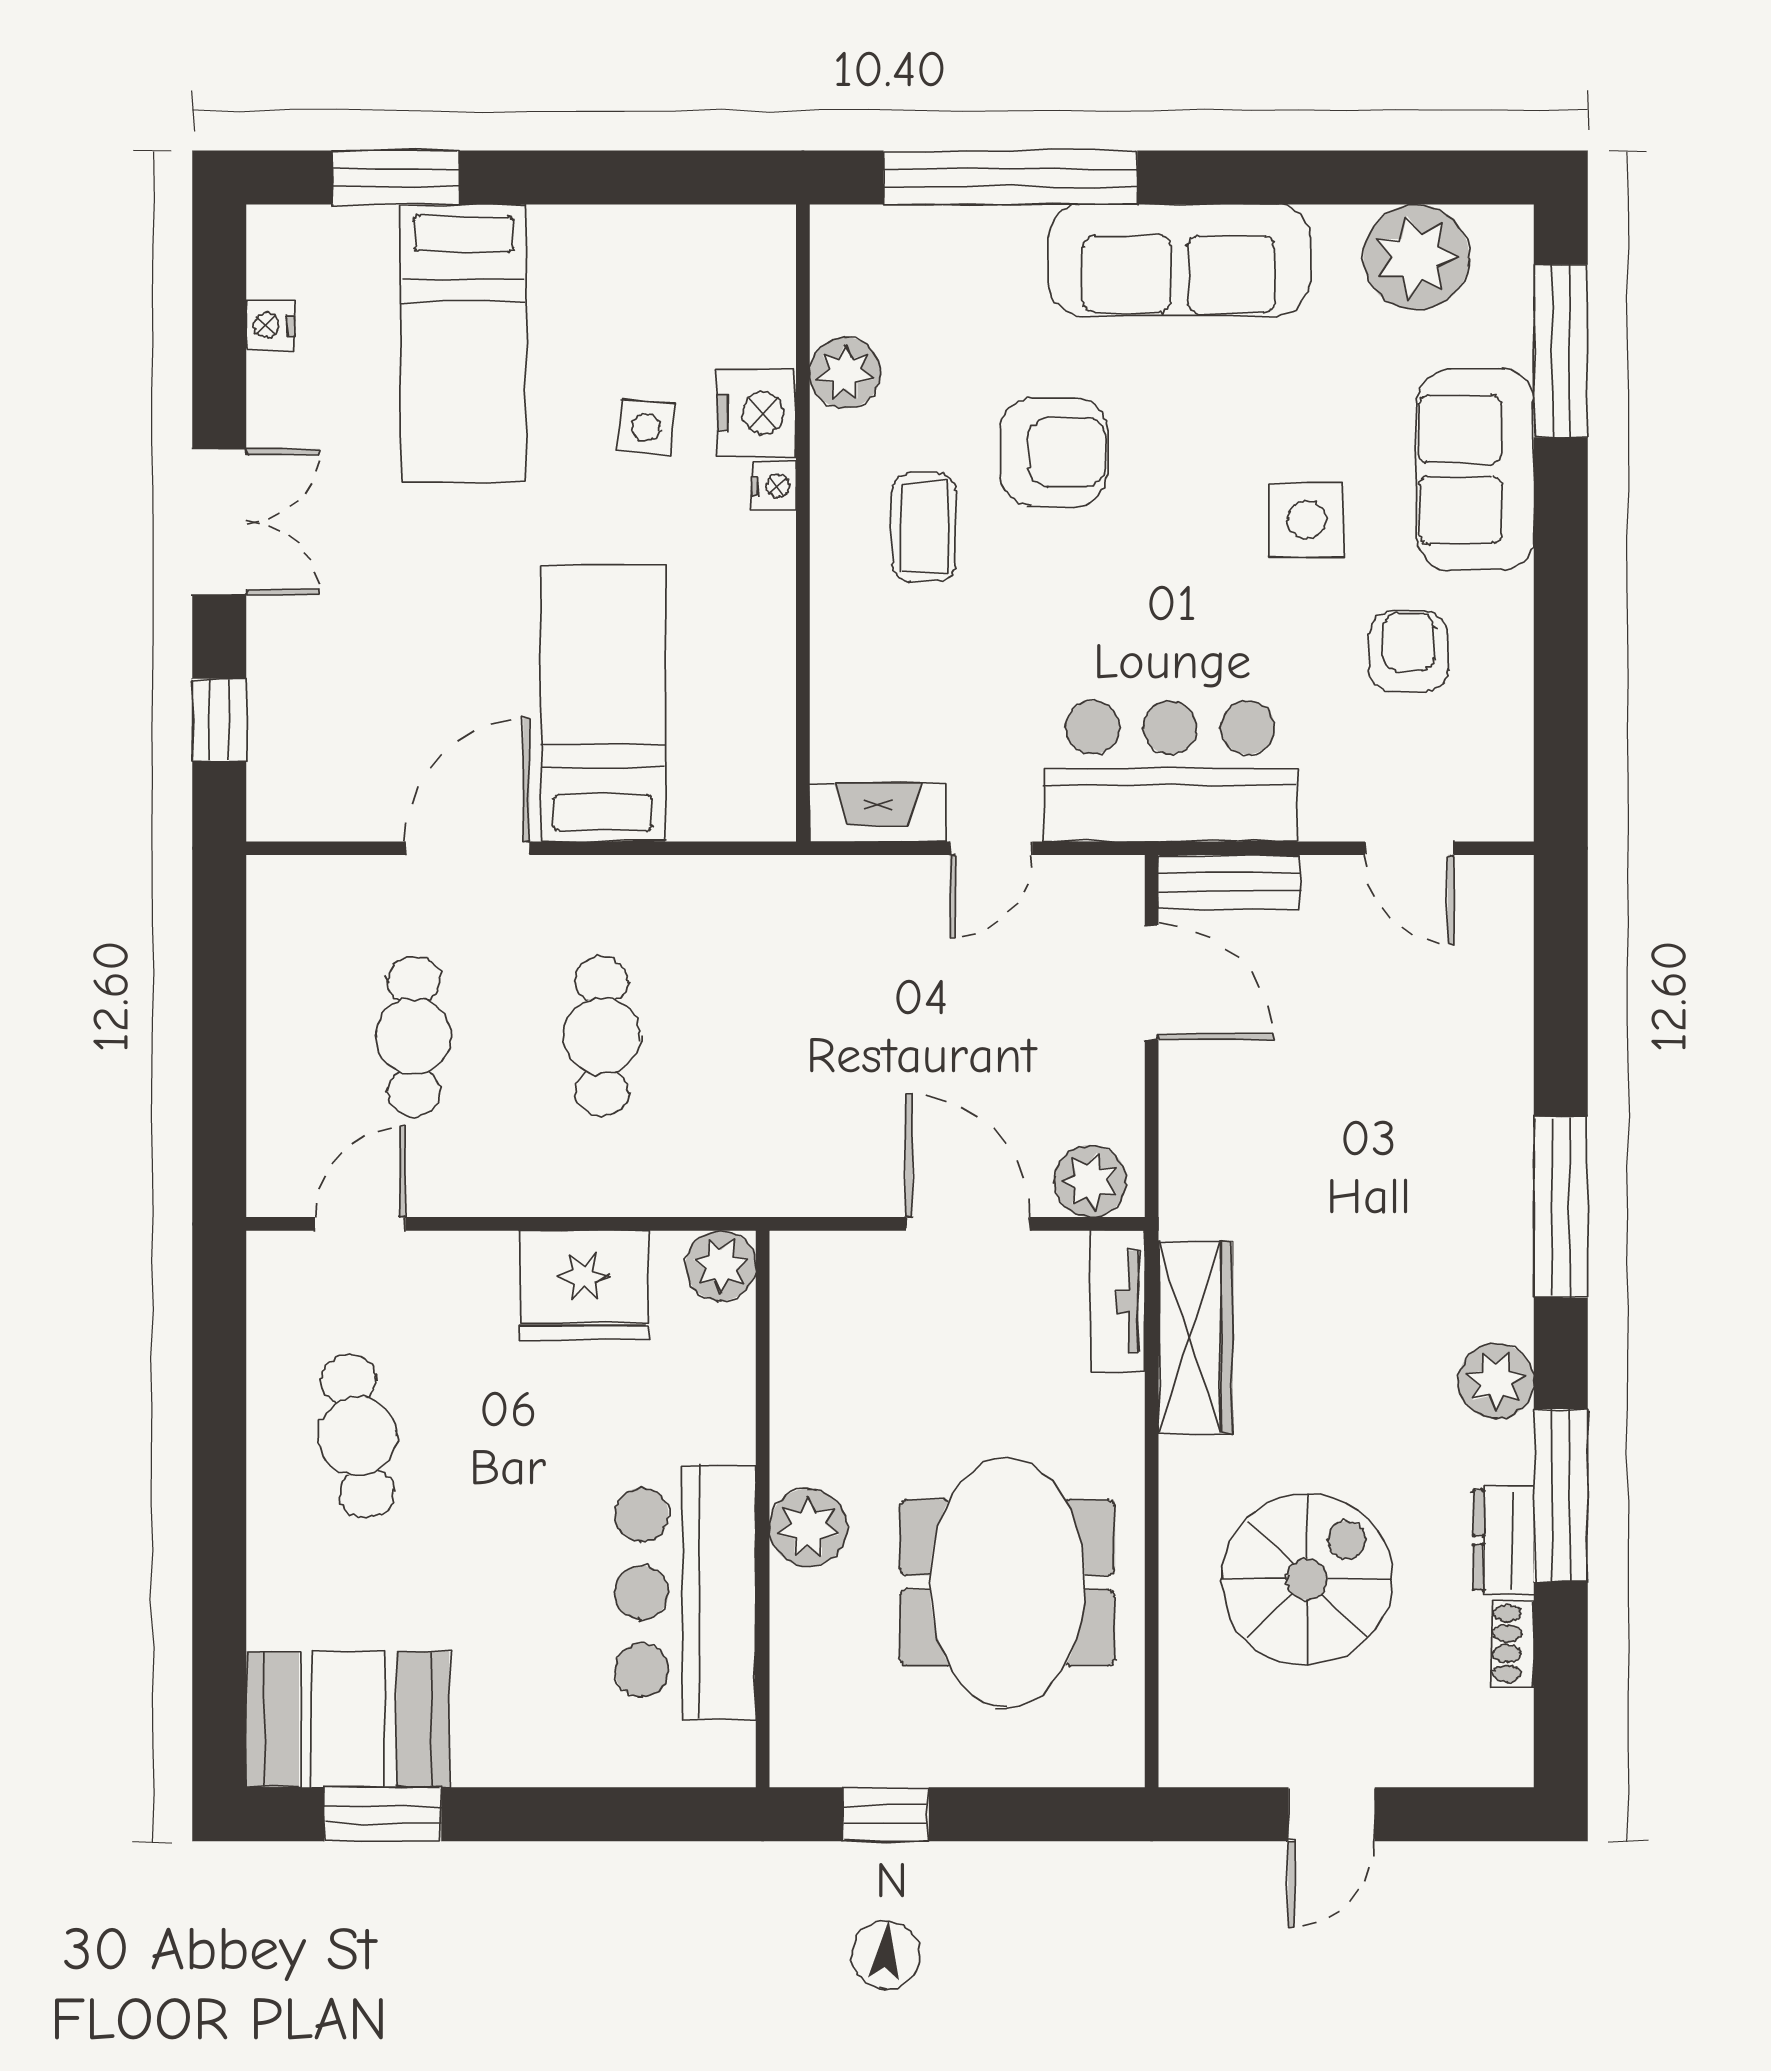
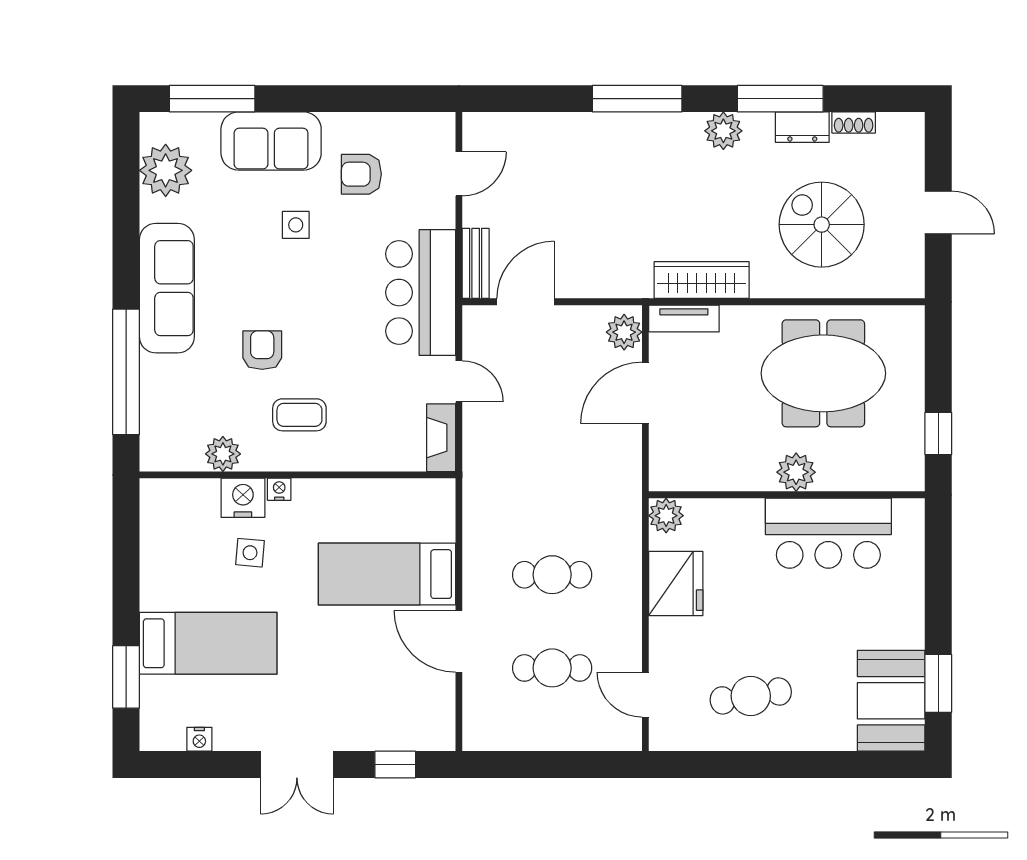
armchair: (1054, 452) -> (262, 350), width x0.72, depth x0.72
side table: (1306, 519) -> (296, 225), width x0.73, depth x0.73
double door: (219, 522) -> (297, 764), swing flipped

